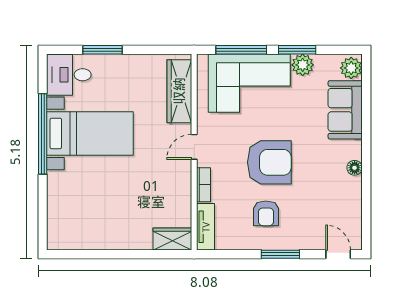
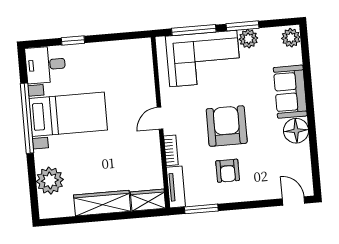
window: (102, 50) -> (73, 40), width x0.67
wardrobe: (179, 91) -> (102, 203), moved, turned 90
sofa: (345, 110) -> (290, 92), moved
armchair: (269, 162) -> (227, 126), turned -90
floor lamp: (355, 168) -> (296, 131), width x1.89, depth x1.89
plant: (63, 207) -> (50, 181), added
window: (280, 254) -> (201, 209), moved

